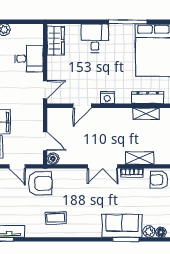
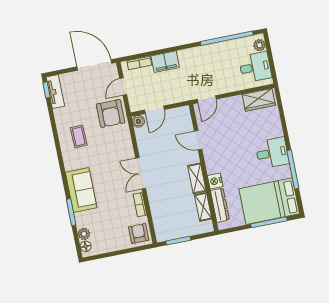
desk: (95, 38) -> (272, 153), moved
desk: (29, 59) -> (255, 67), moved, turned -90
door: (45, 90) -> (207, 99), hinge flipped
nightstand: (107, 97) -> (215, 181), moved
shelving: (140, 158) -> (197, 178), moved
sofa: (122, 226) -> (81, 190), moved

